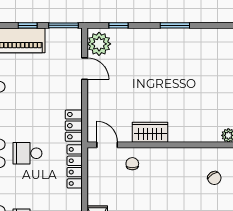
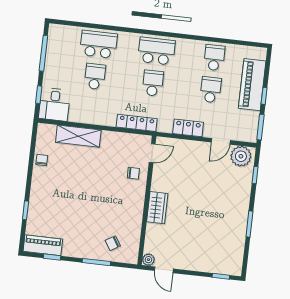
school desk: (27, 87) -> (211, 90), added
locker: (74, 126) -> (188, 128), moved
wardrobe: (150, 132) -> (157, 208), moved

